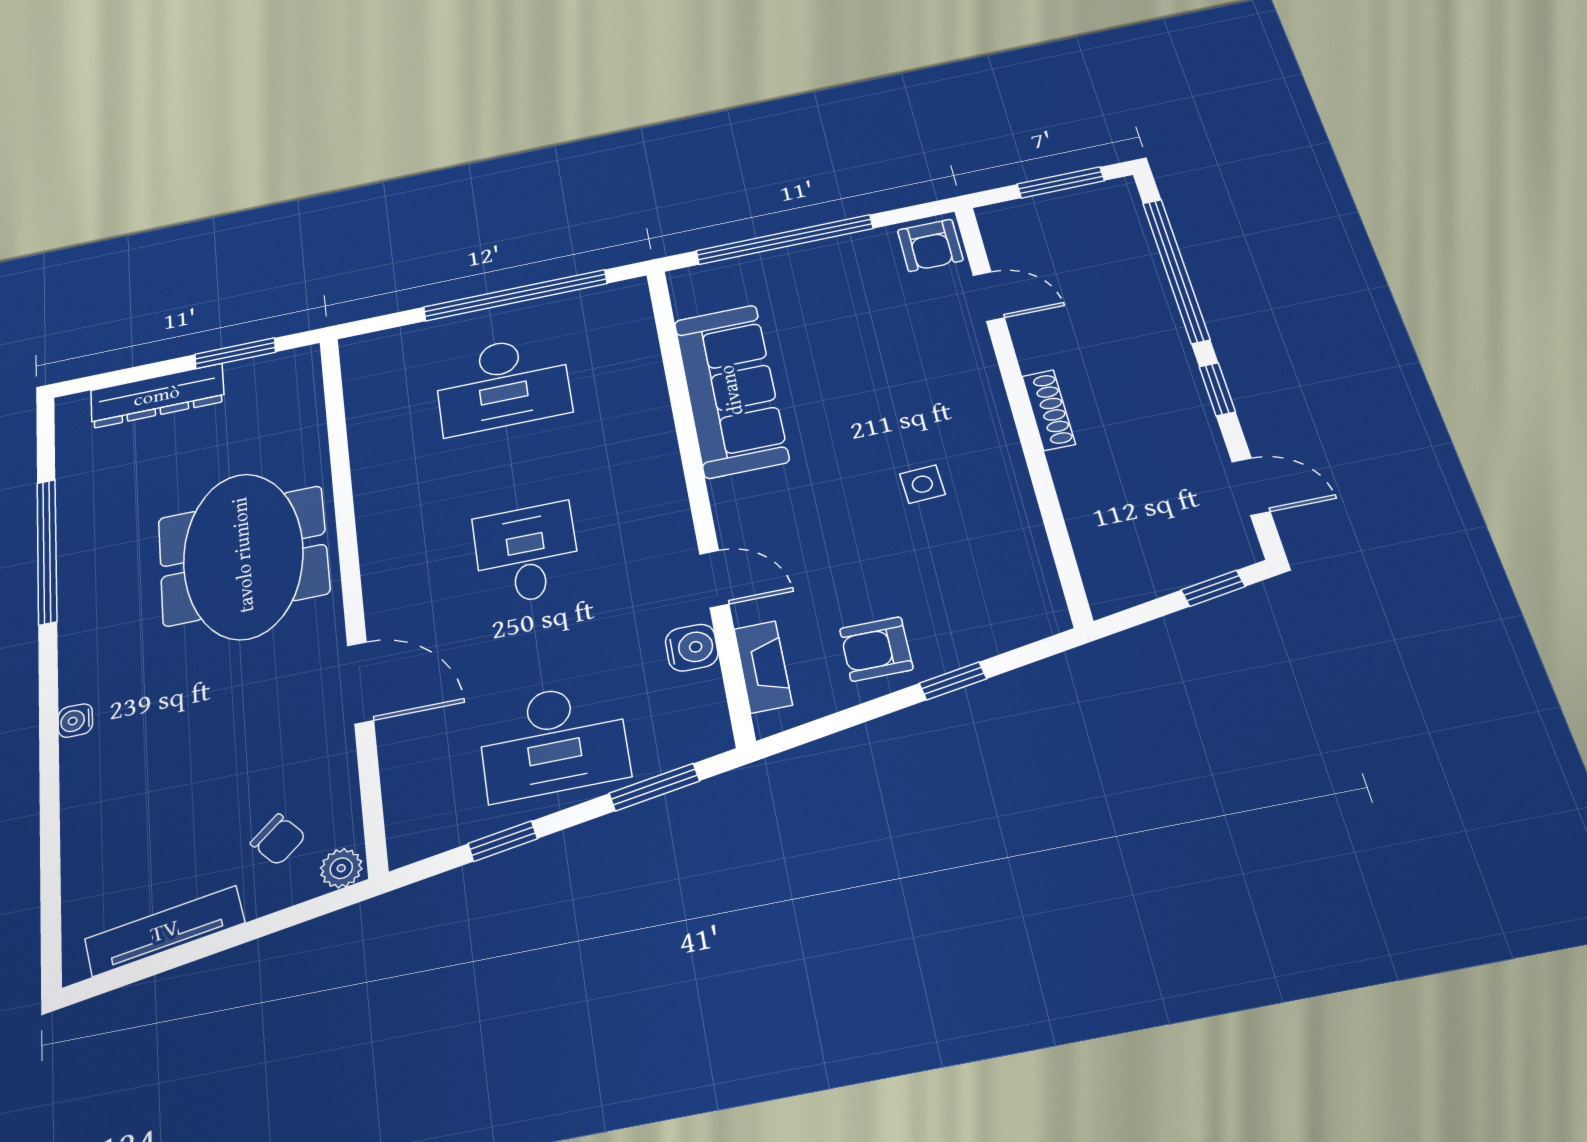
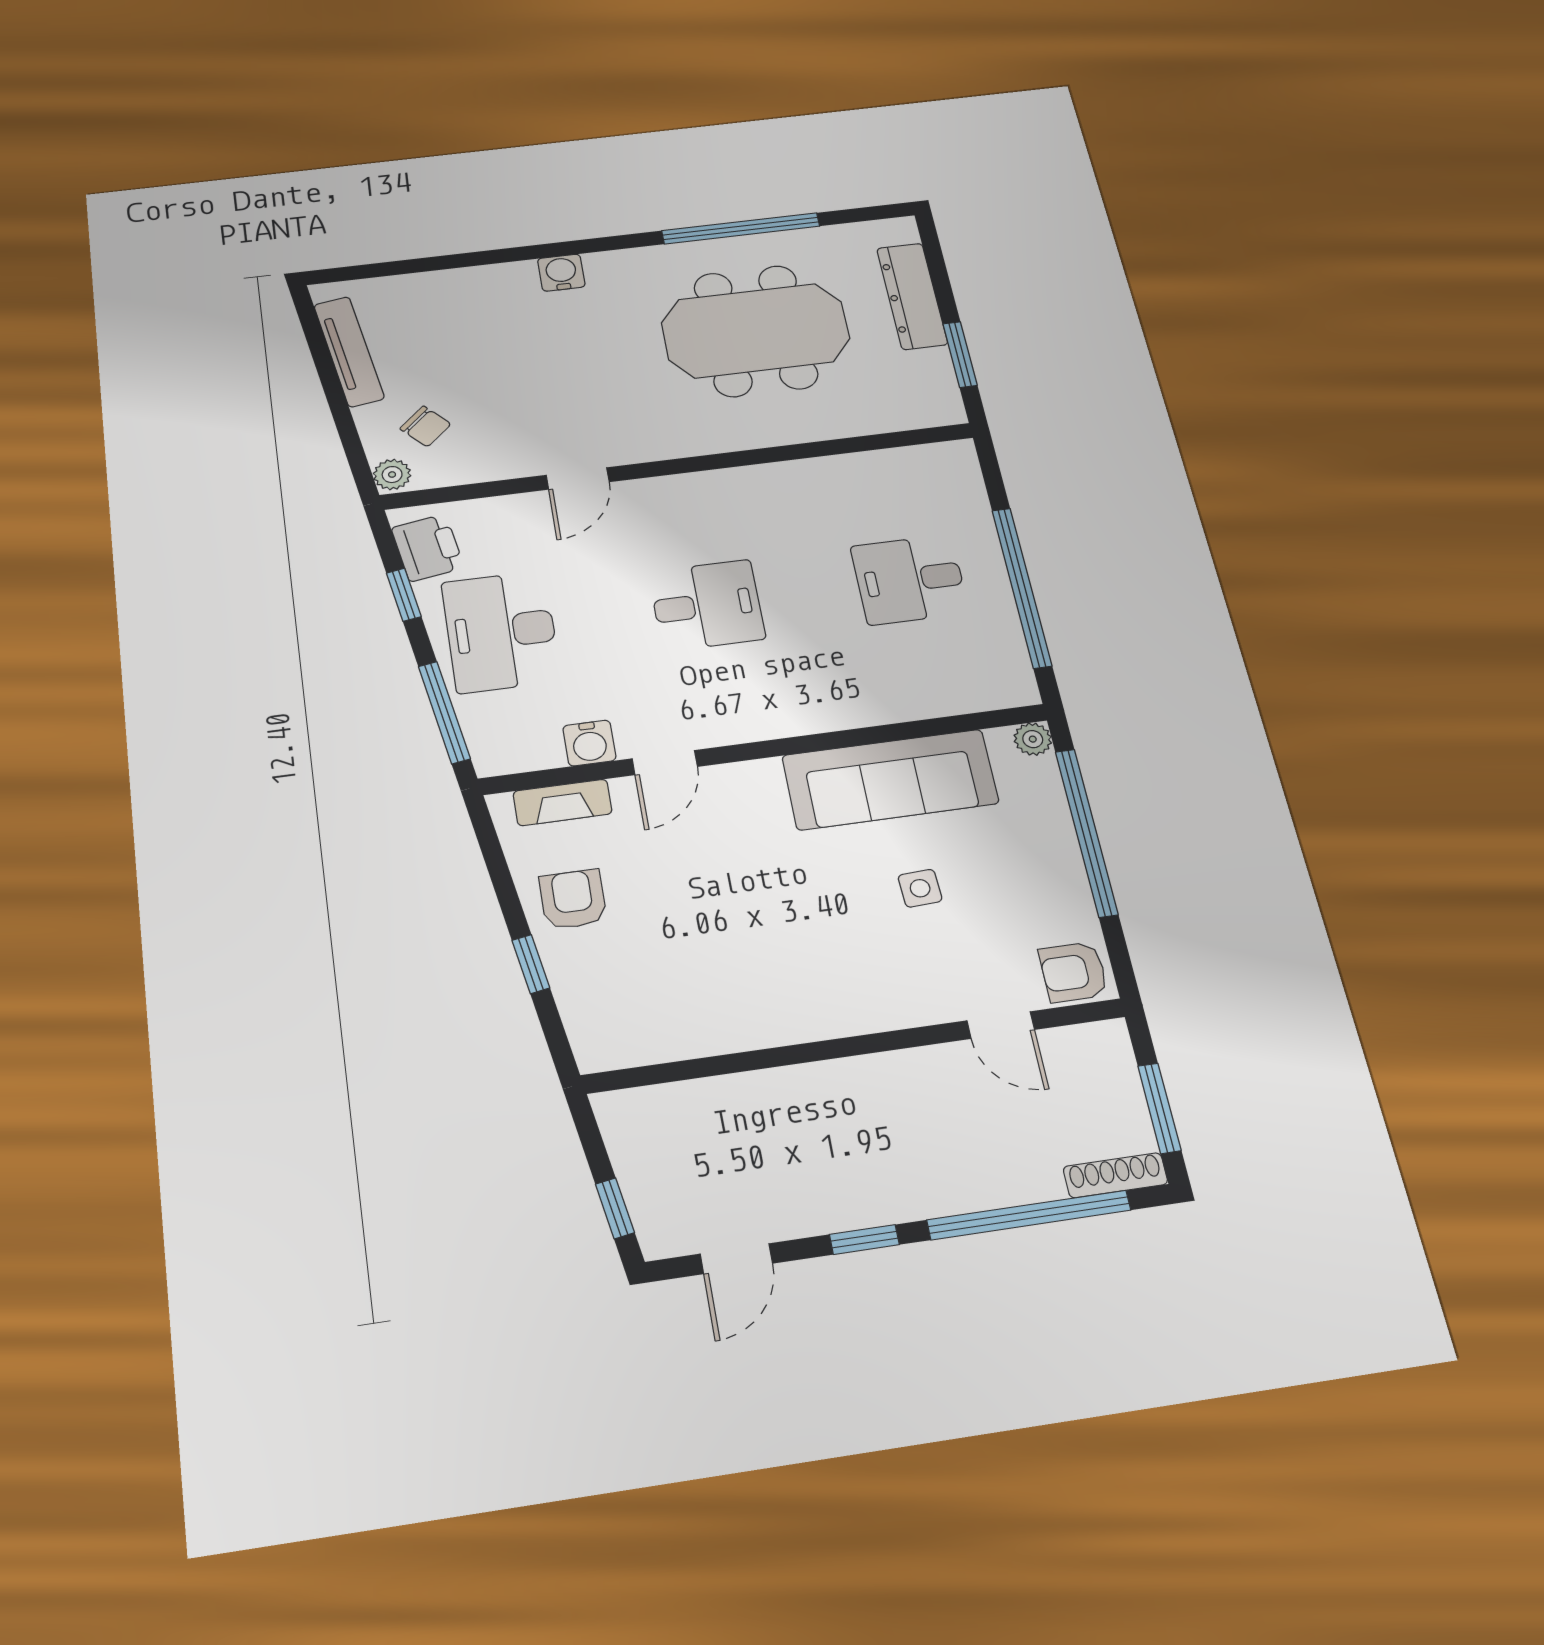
plant: (685, 282) -> (1033, 739), added
door: (989, 296) -> (1001, 1025), hinge flipped
desk: (502, 384) -> (910, 580), width x0.73
shoe rack: (1049, 410) -> (1115, 1175), moved, turned 180
side table: (922, 484) -> (920, 888), moved
meeting table: (243, 555) -> (756, 331), moved
door: (360, 683) -> (578, 479), width x0.73
water cooler: (75, 720) -> (561, 273), width x1.38, depth x1.38
window: (654, 787) -> (444, 712), width x1.44
printer: (442, 823) -> (428, 548), added
chair: (278, 840) -> (425, 426), turned -92

